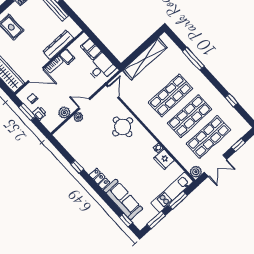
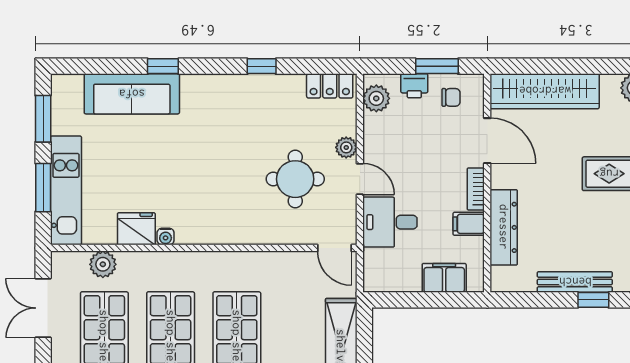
desk: (101, 68) -> (390, 222), moved, turned 90
door: (36, 75) -> (487, 141), swing flipped
door: (84, 104) -> (360, 179), hinge flipped
plant: (64, 112) -> (376, 98), moved
round table: (123, 127) -> (295, 179), moved
plant: (196, 172) -> (103, 264), moved
locker: (99, 179) -> (330, 86), moved
window: (126, 220) -> (163, 66), moved

